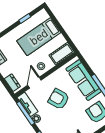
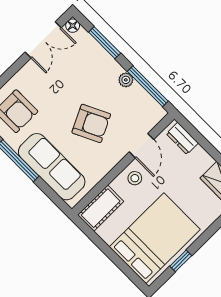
bed: (39, 37) -> (155, 238), width x1.50
tv unit: (28, 104) -> (147, 103), removed

